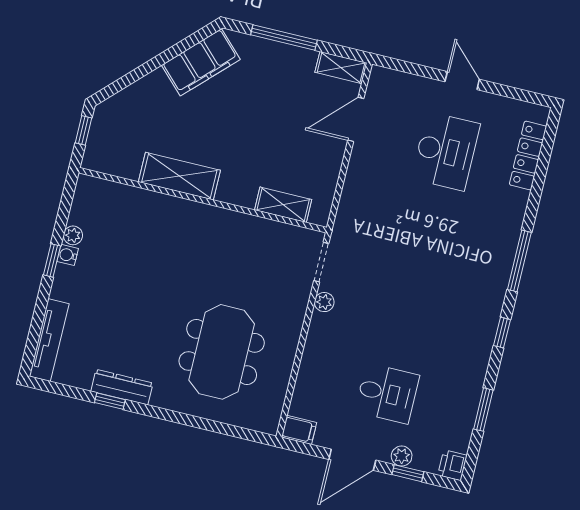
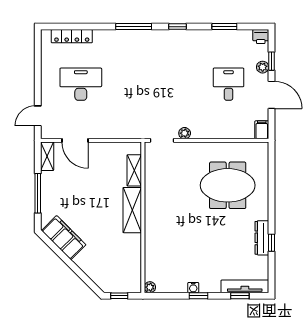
door: (462, 81) -> (38, 116), moved
shelving: (179, 176) -> (132, 210), moved
plant: (73, 235) -> (150, 287), moved
window: (36, 328) -> (240, 296), added

